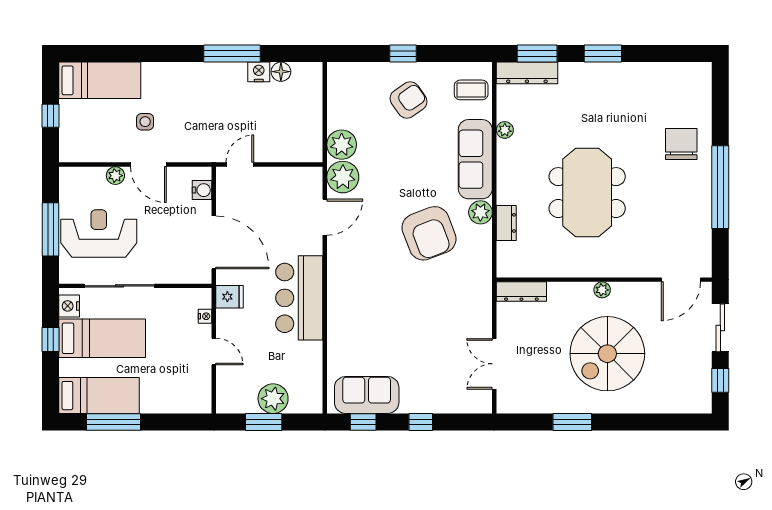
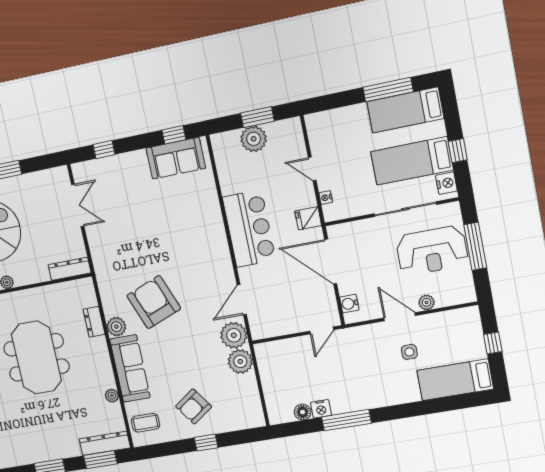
window: (421, 422) -> (104, 149), moved

